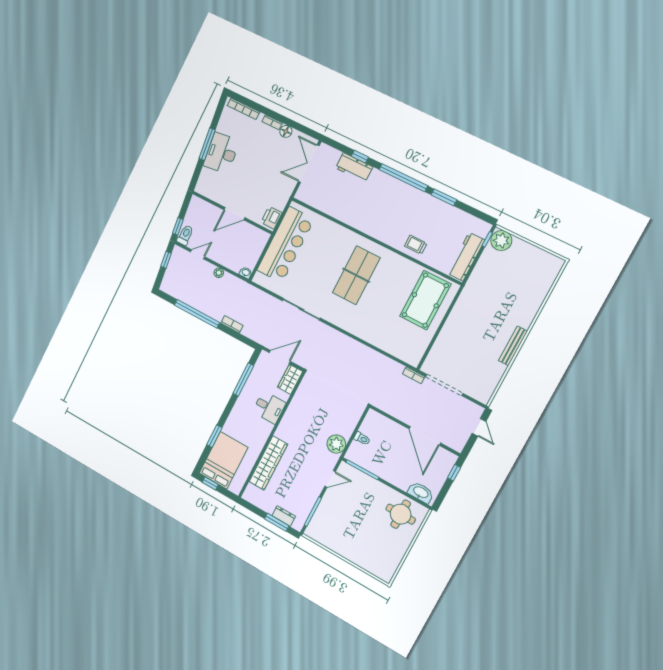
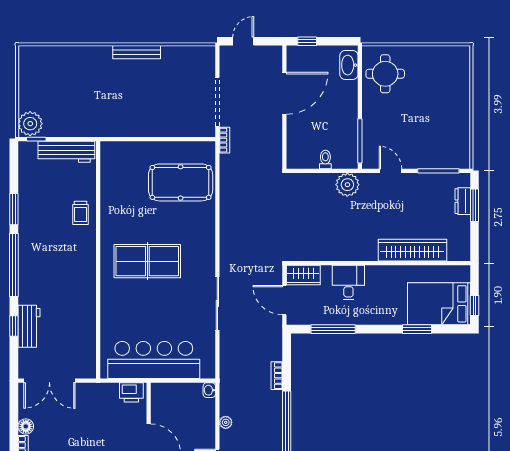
pool table: (425, 300) -> (181, 182), moved

